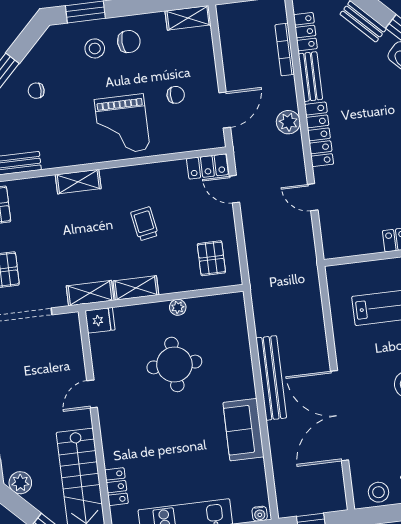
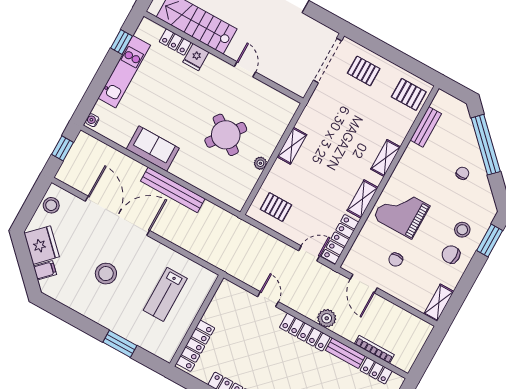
chair: (129, 42) -> (451, 254), turned 93
locker: (207, 167) -> (340, 239), width x1.53
door: (313, 197) -> (268, 299), hinge flipped
trolley: (144, 224) -> (328, 181), removed
shelving: (90, 293) -> (363, 199), moved
fridge: (100, 320) -> (196, 57), moved
round table: (174, 364) -> (226, 135), turned 38

